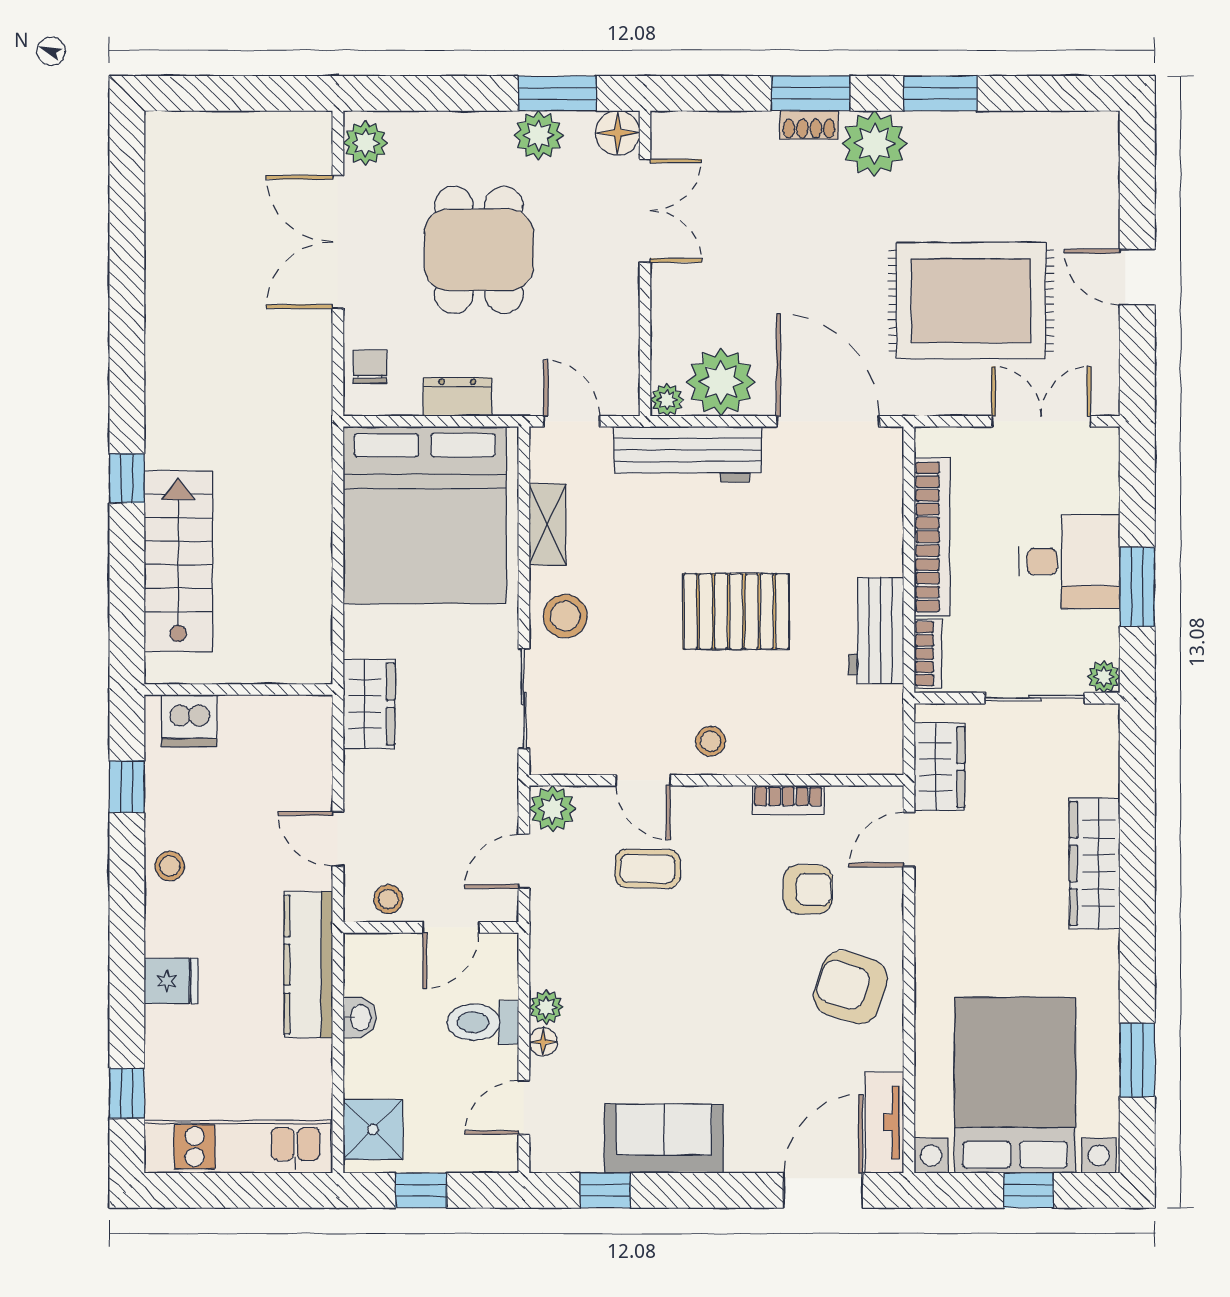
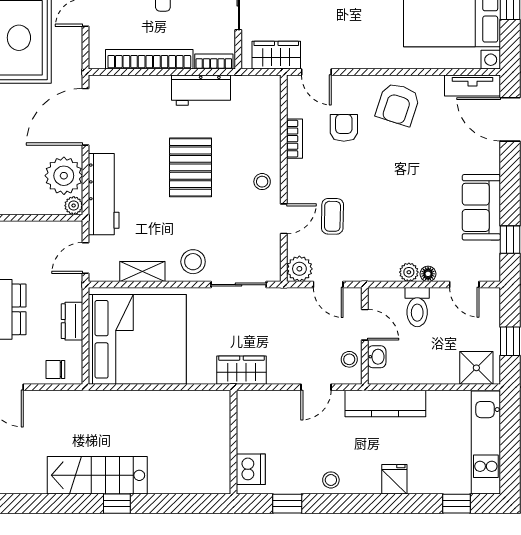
stairs: (178, 561) -> (97, 475), moved
washbasin: (359, 1018) -> (377, 357), moved, turned 90

